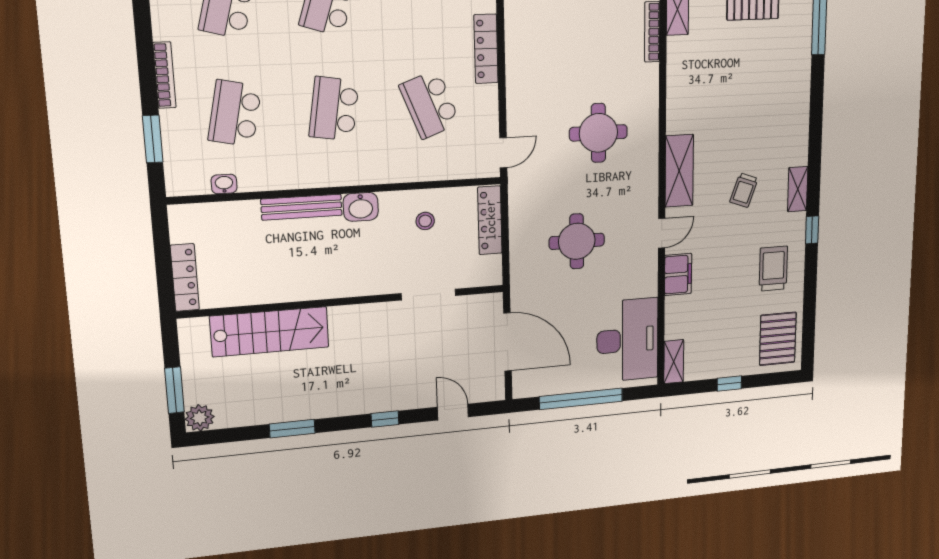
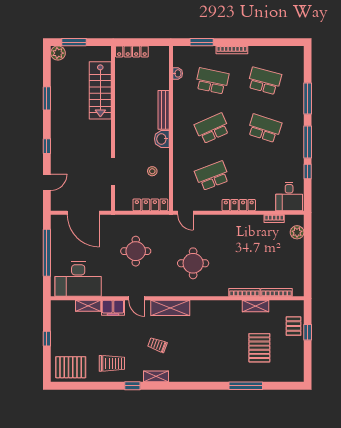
school desk: (334, 109) -> (212, 128), turned -33
door: (507, 342) -> (83, 213), hinge flipped
shelving: (674, 362) -> (88, 306), moved

